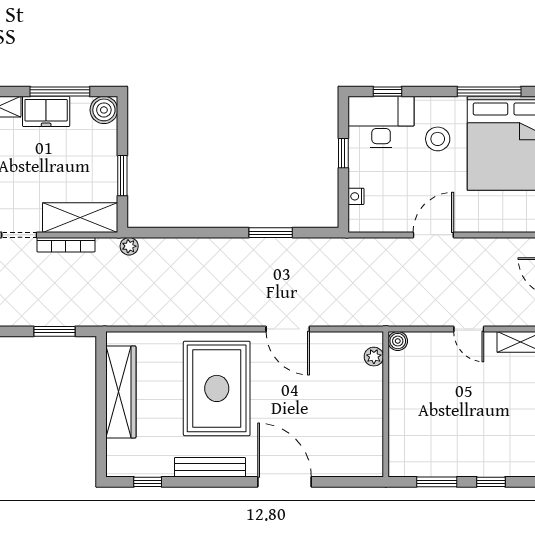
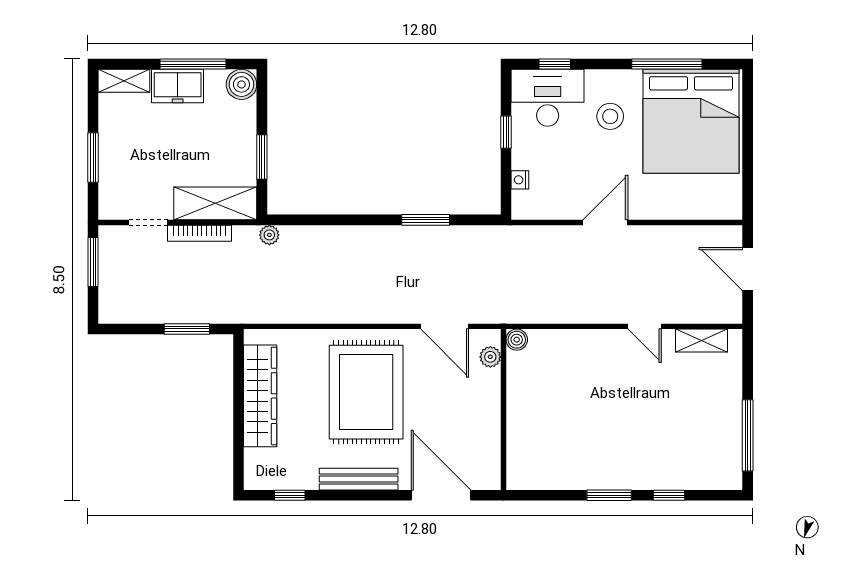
boiler: (398, 341) -> (517, 340), moved
plant: (374, 357) -> (490, 357), moved
wall: (386, 404) -> (503, 409), moved

